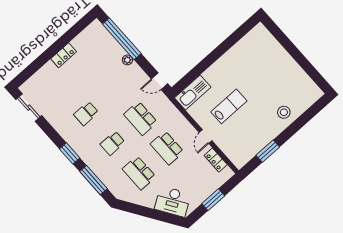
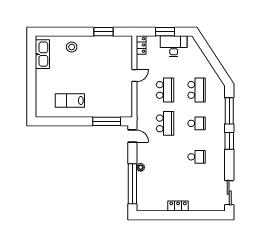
window: (194, 74) -> (107, 121), added
kitchen sink: (193, 93) -> (42, 54), moved, turned 90
lab bench: (229, 106) -> (70, 101), moved
locker: (216, 160) -> (141, 45), moved
desk: (173, 201) -> (174, 46), moved, turned -57

